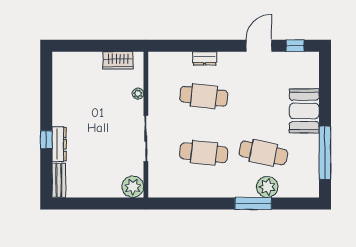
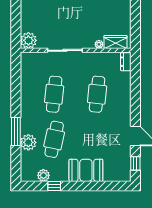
dresser: (205, 58) -> (126, 62), moved
wardrobe: (118, 60) -> (115, 42), moved, turned 90
window: (325, 153) -> (54, 186), width x0.32
plant: (311, 167) -> (43, 175), added

